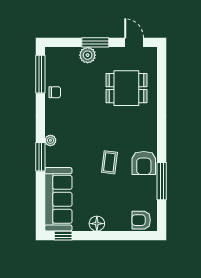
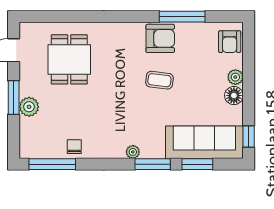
window: (40, 193) -> (197, 164), added
plant: (112, 225) -> (235, 77), added

